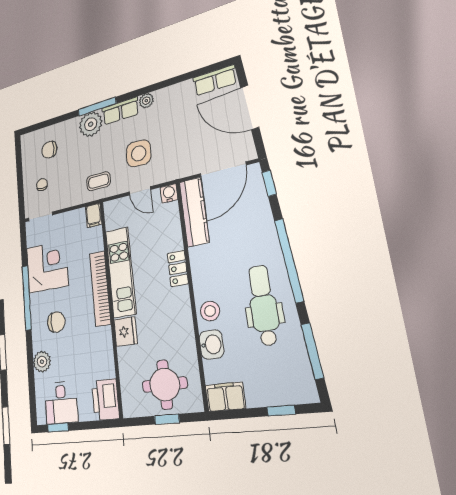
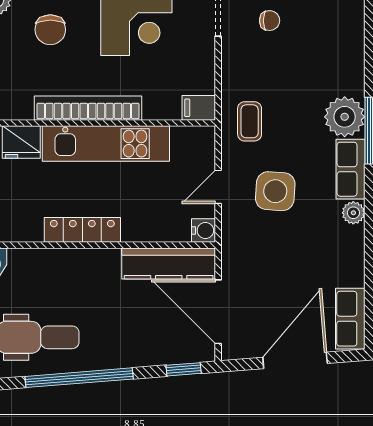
chair: (49, 150) -> (324, 39), removed
locker: (178, 268) -> (82, 230), width x1.53
stool: (210, 311) -> (32, 267), removed

